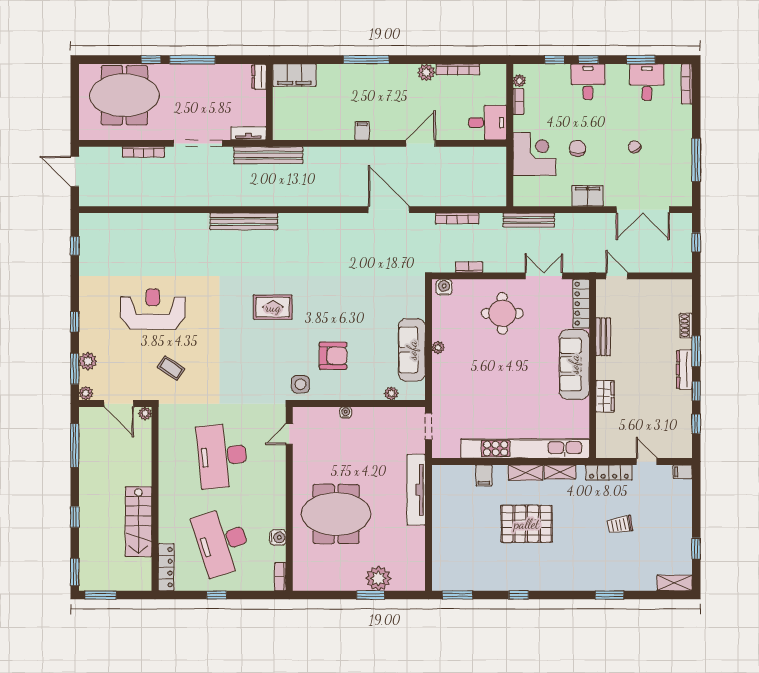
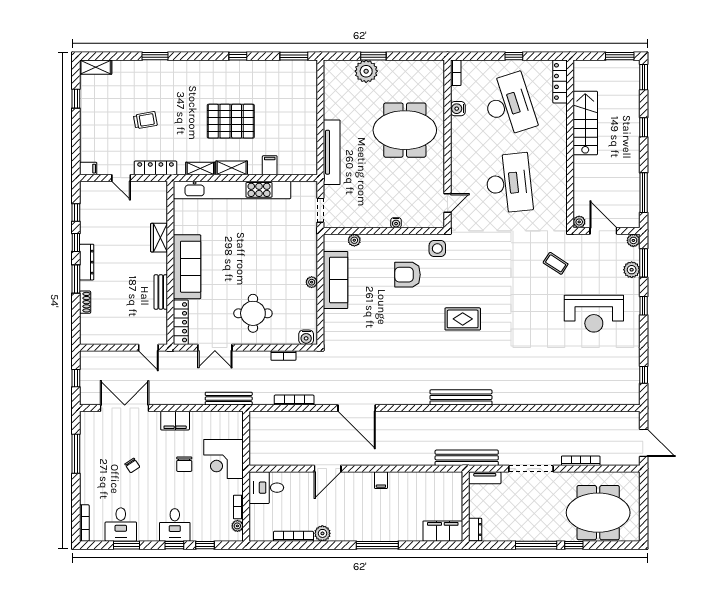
bench: (244, 221) -> (461, 397), moved
reception desk: (153, 309) -> (594, 314), moved

